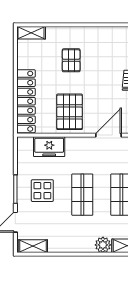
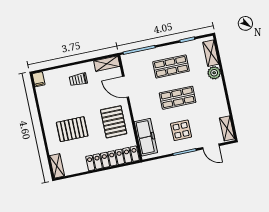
pallet: (71, 60) -> (72, 129), width x1.50, depth x1.42
pallet: (70, 112) -> (114, 122), turned 90
freezer: (49, 147) -> (146, 137), width x1.40

